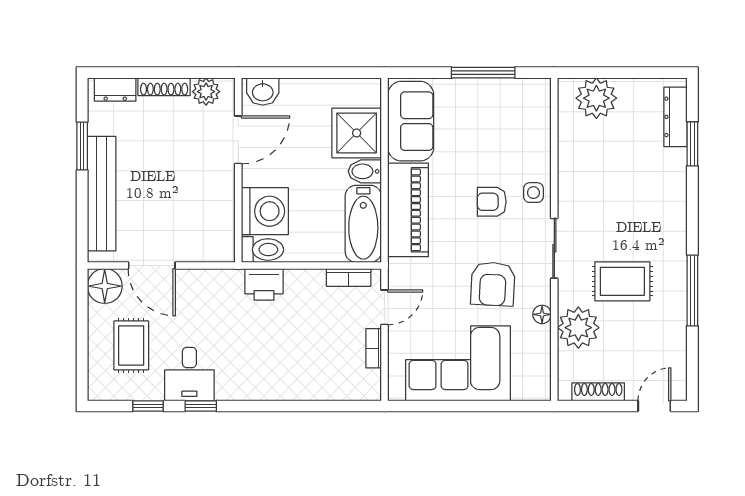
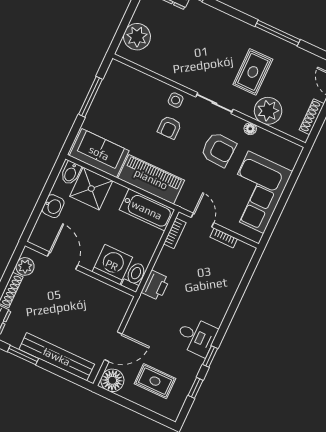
washbasin: (263, 92) -> (53, 206), moved
bidet: (365, 171) -> (71, 173), moved
desk: (189, 374) -> (196, 336), moved

